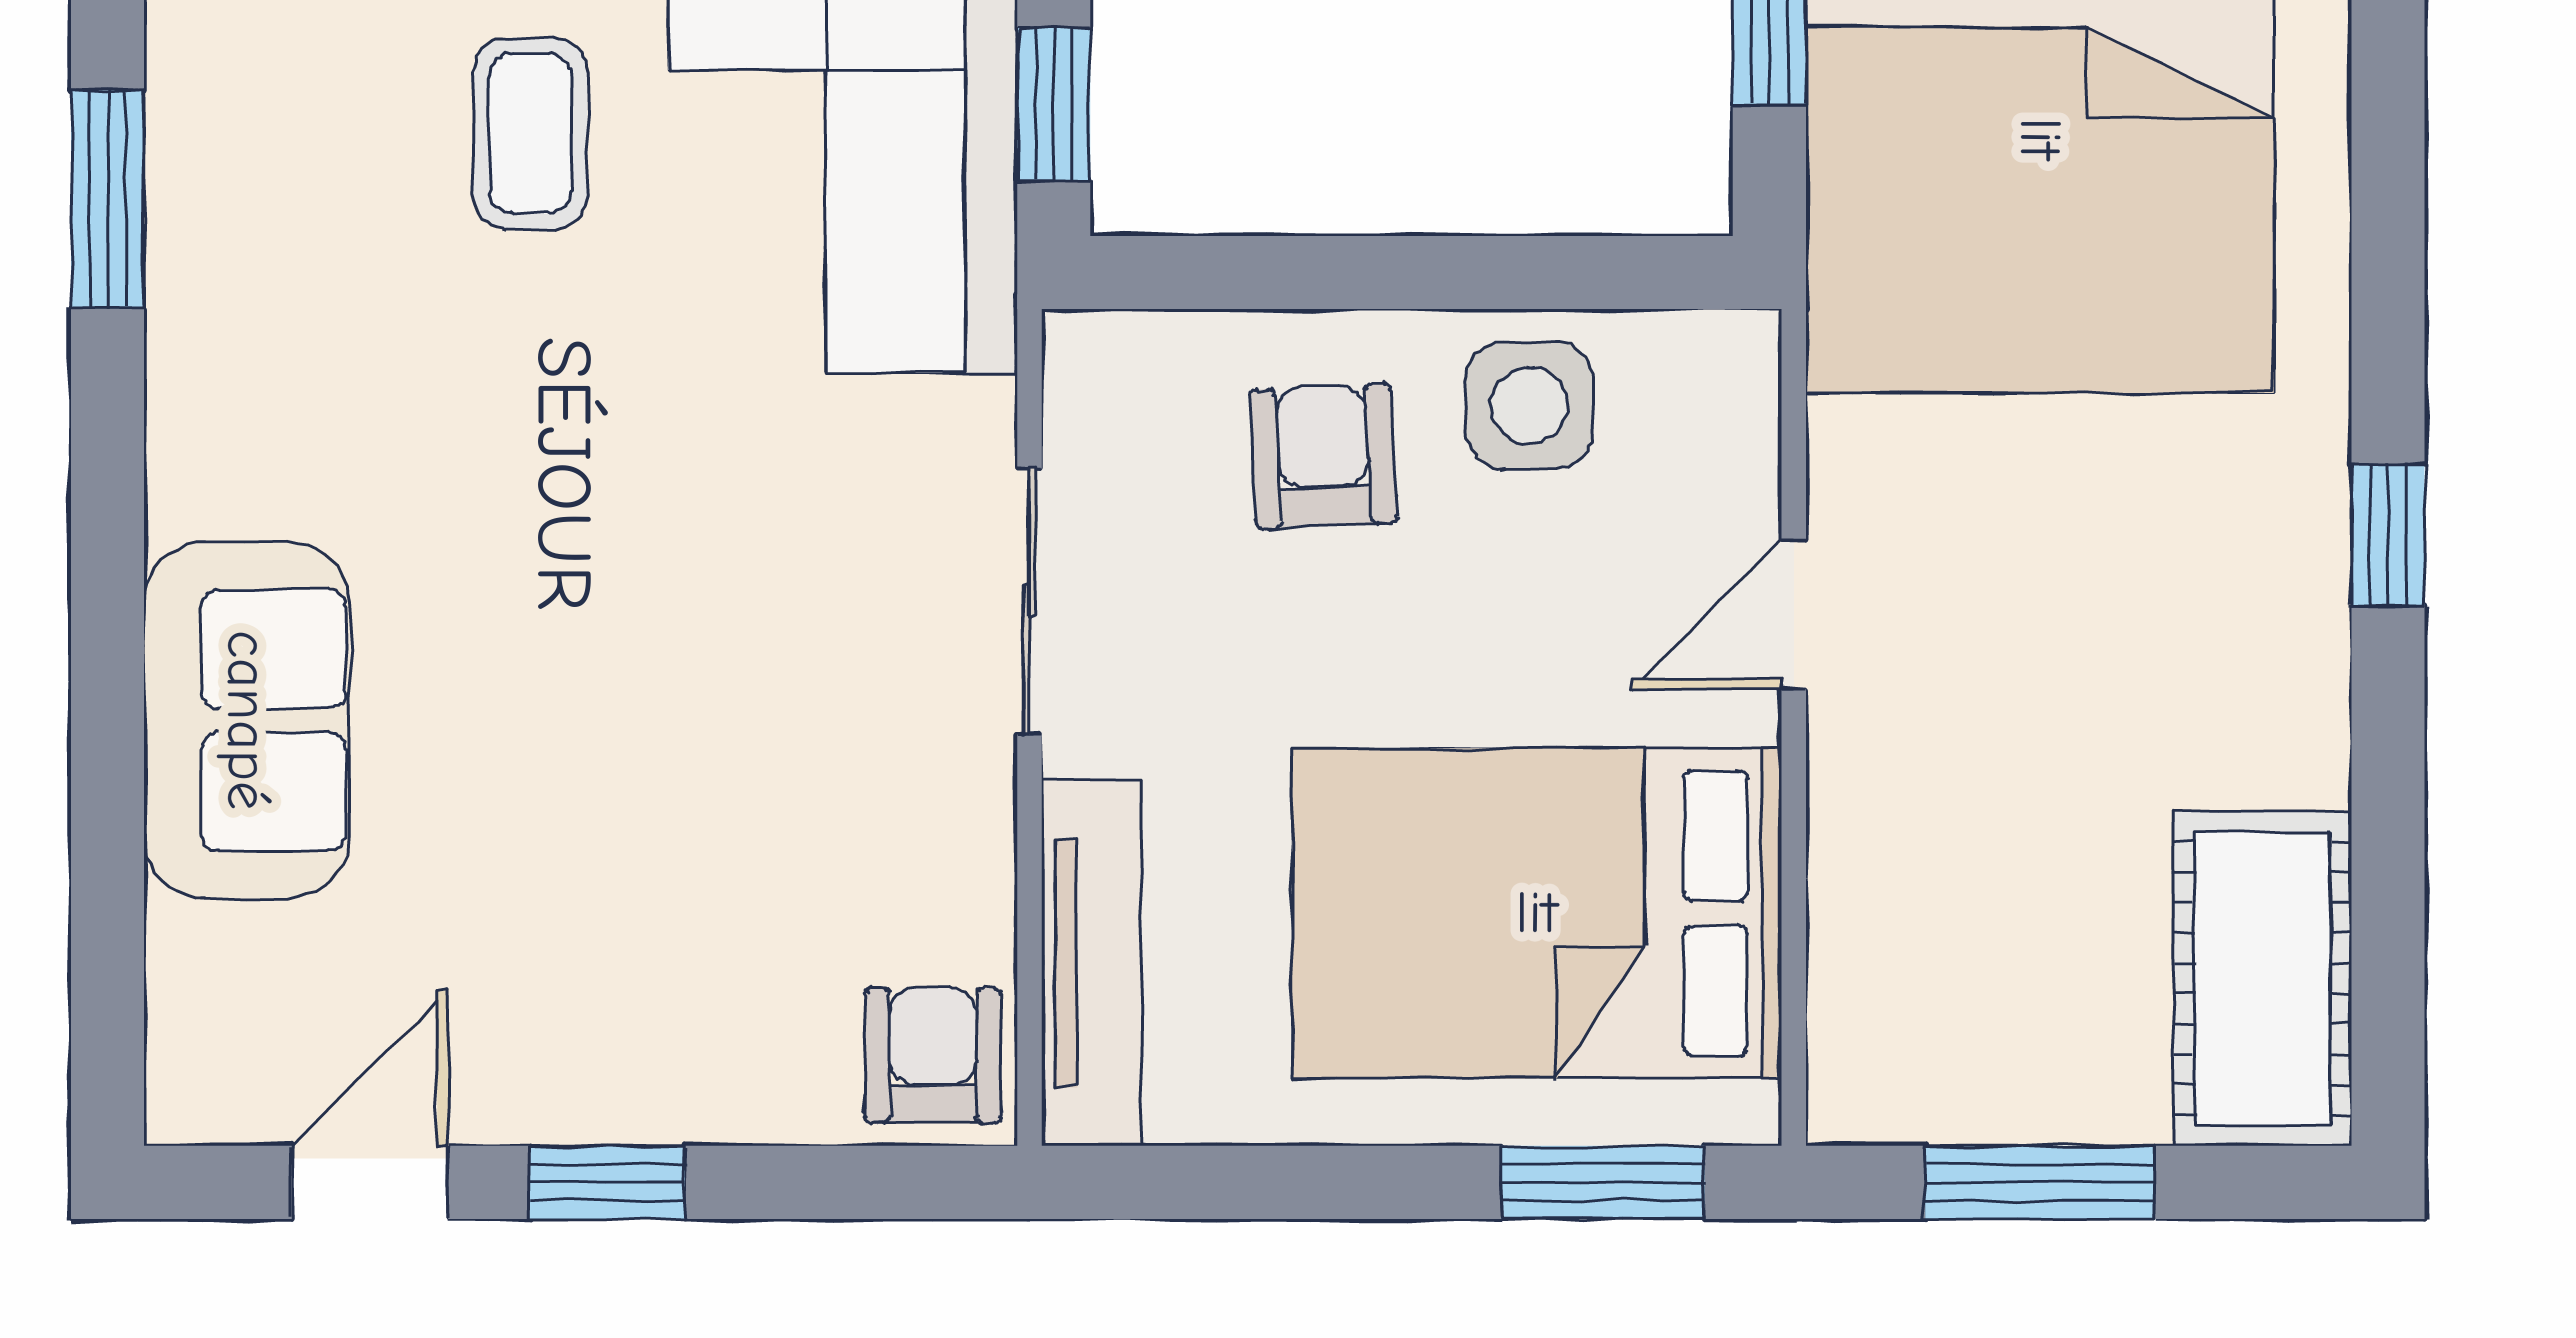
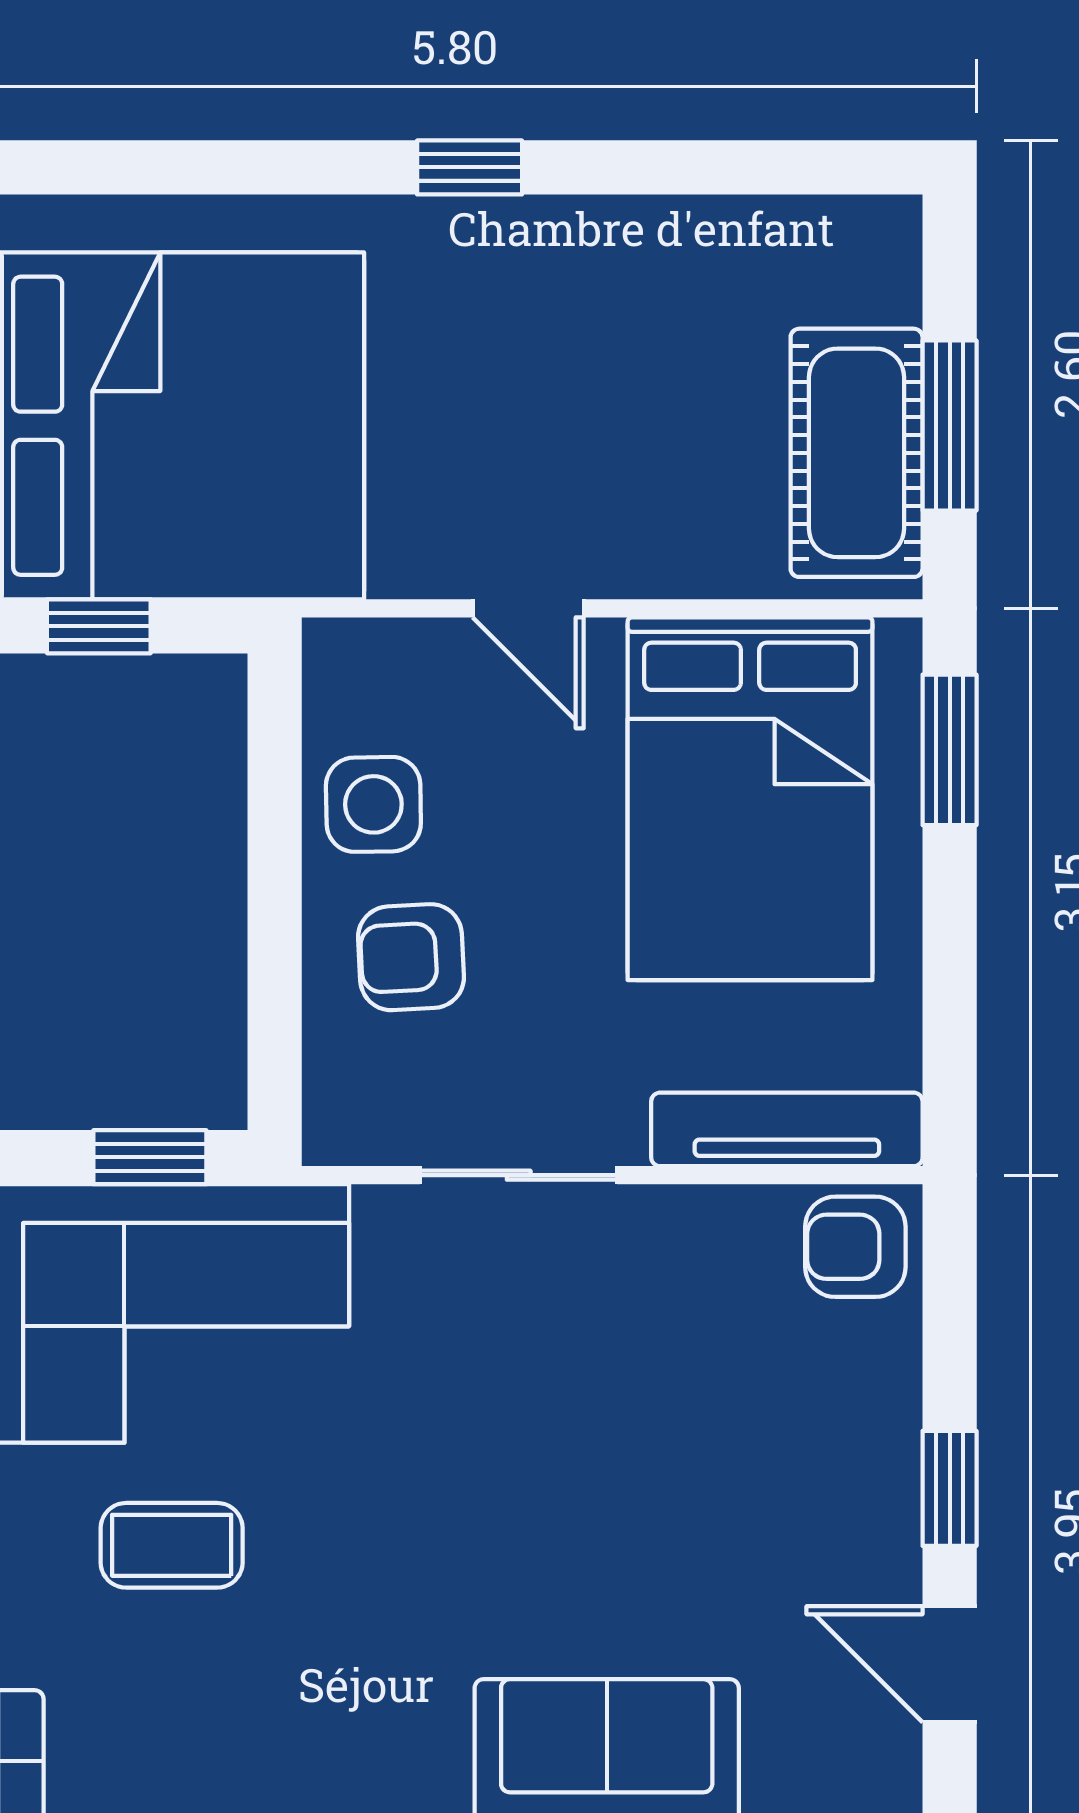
cot: (2263, 979) -> (857, 453), moved, turned 90

